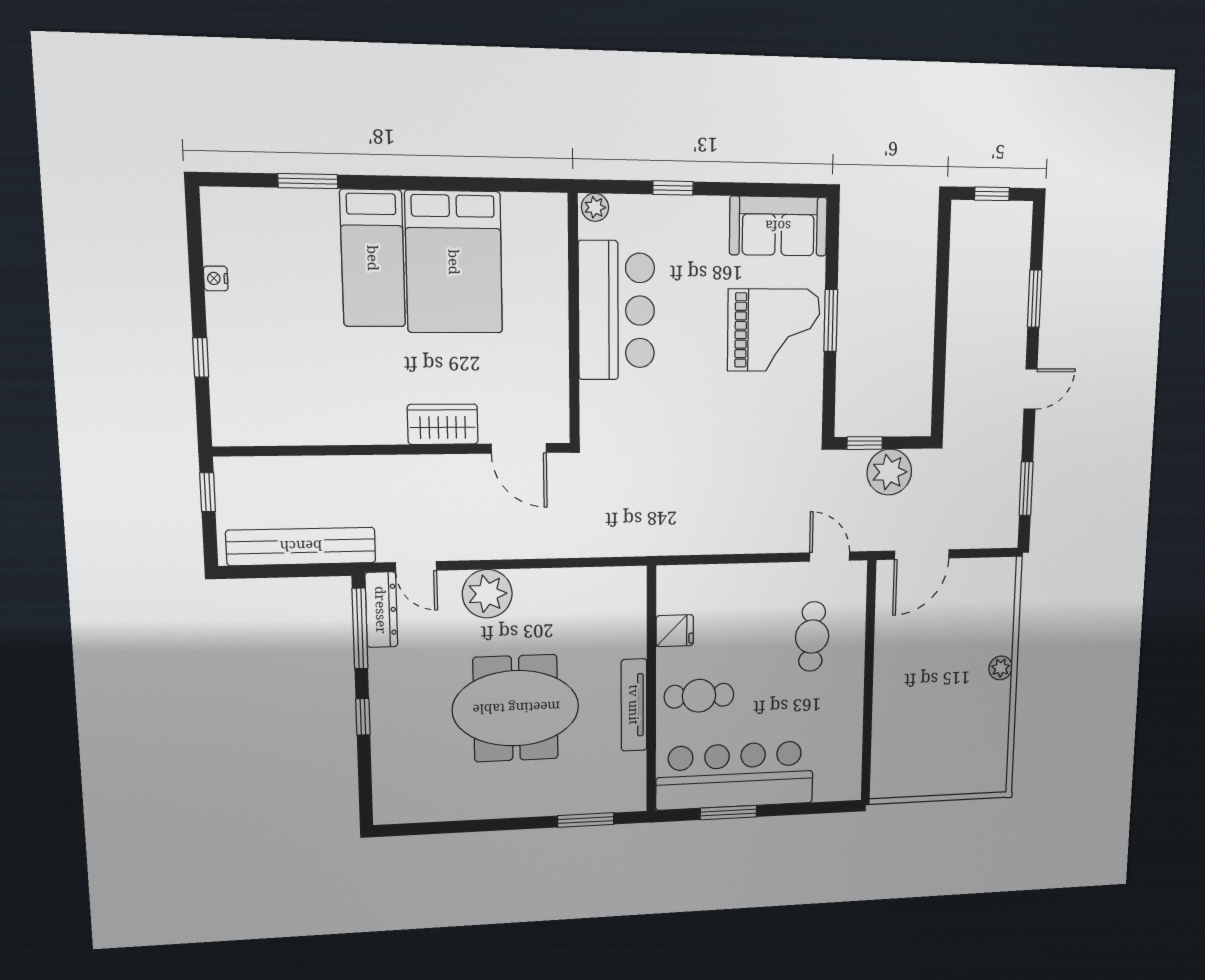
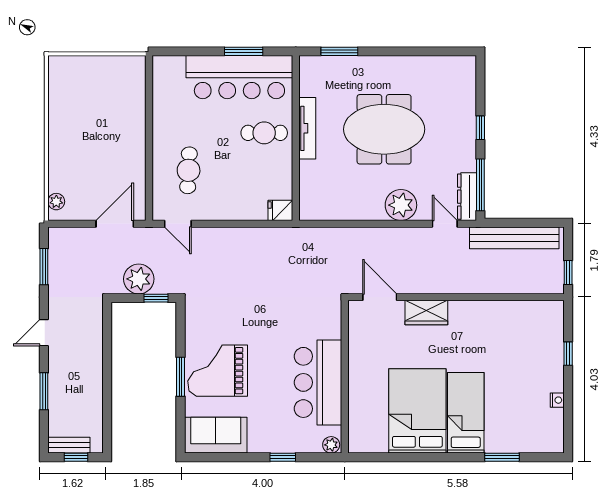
bench: (1002, 213) -> (69, 445), added
fridge: (675, 631) -> (280, 210), moved
plant: (1001, 668) -> (56, 202), moved

